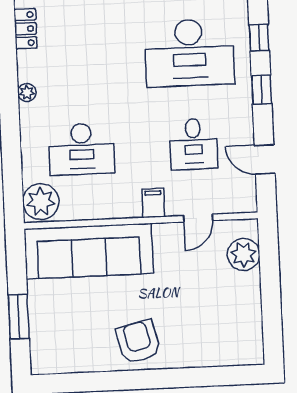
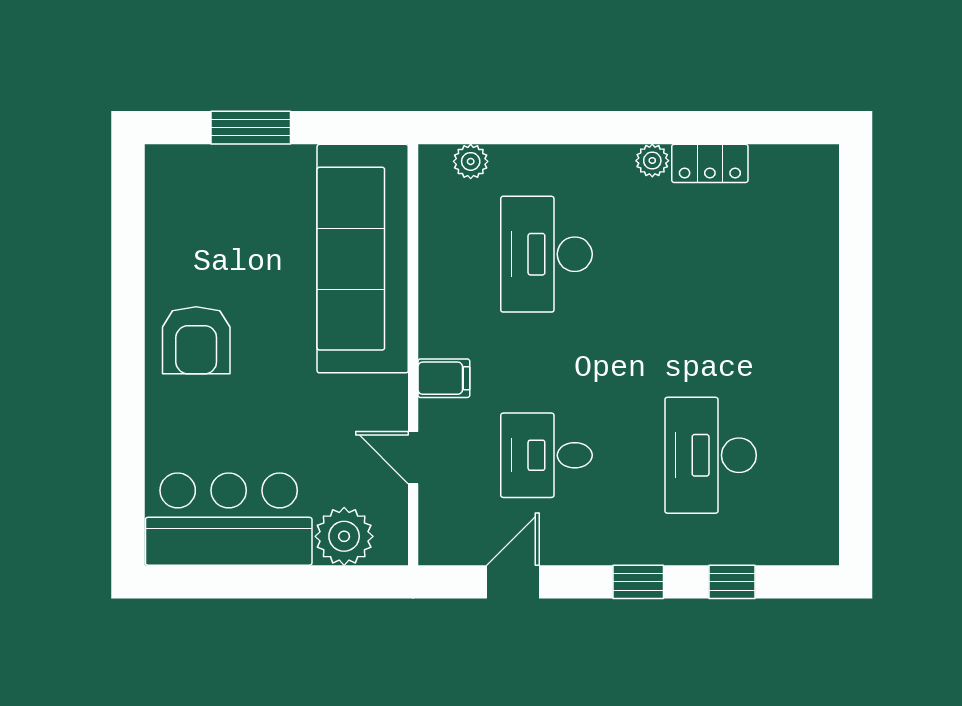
locker: (26, 29) -> (710, 163), moved
desk: (189, 53) -> (711, 455), width x0.73, depth x0.77
plant: (41, 202) -> (471, 161), width x0.53, depth x0.53
bar counter: (237, 319) -> (229, 519), added
armchair: (138, 342) -> (196, 340), turned 104

